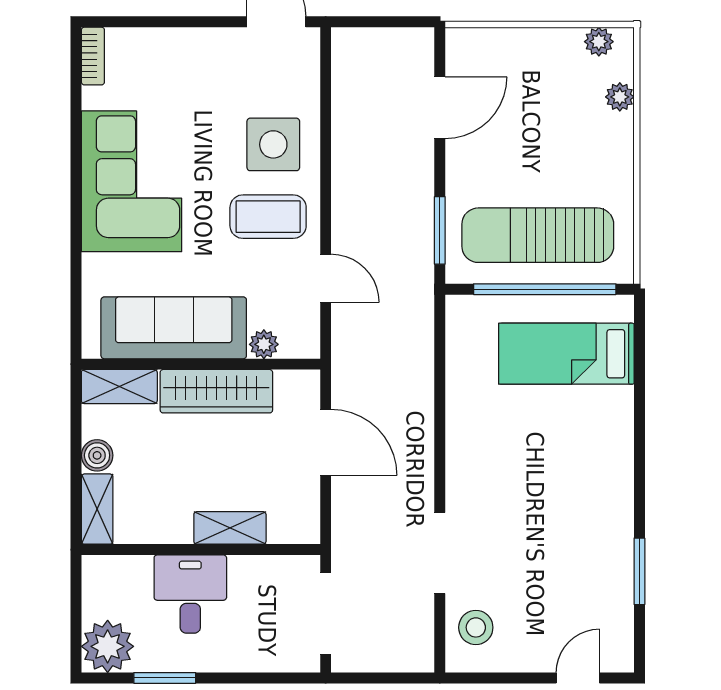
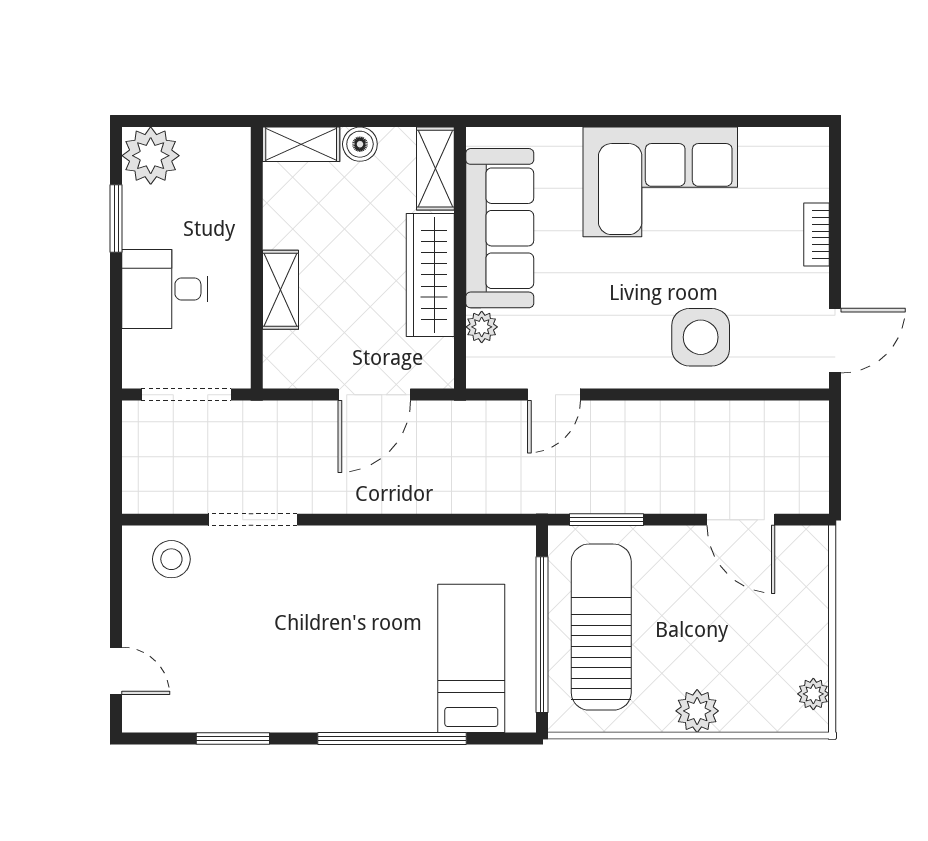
bookcase: (93, 56) -> (817, 235), moved, turned 90
plant: (620, 97) -> (697, 711), moved, width x1.38, depth x1.38
coffee table: (268, 217) -> (622, 332), removed
window: (639, 426) -> (392, 738), added
desk: (190, 594) -> (165, 289), moved, turned 180

